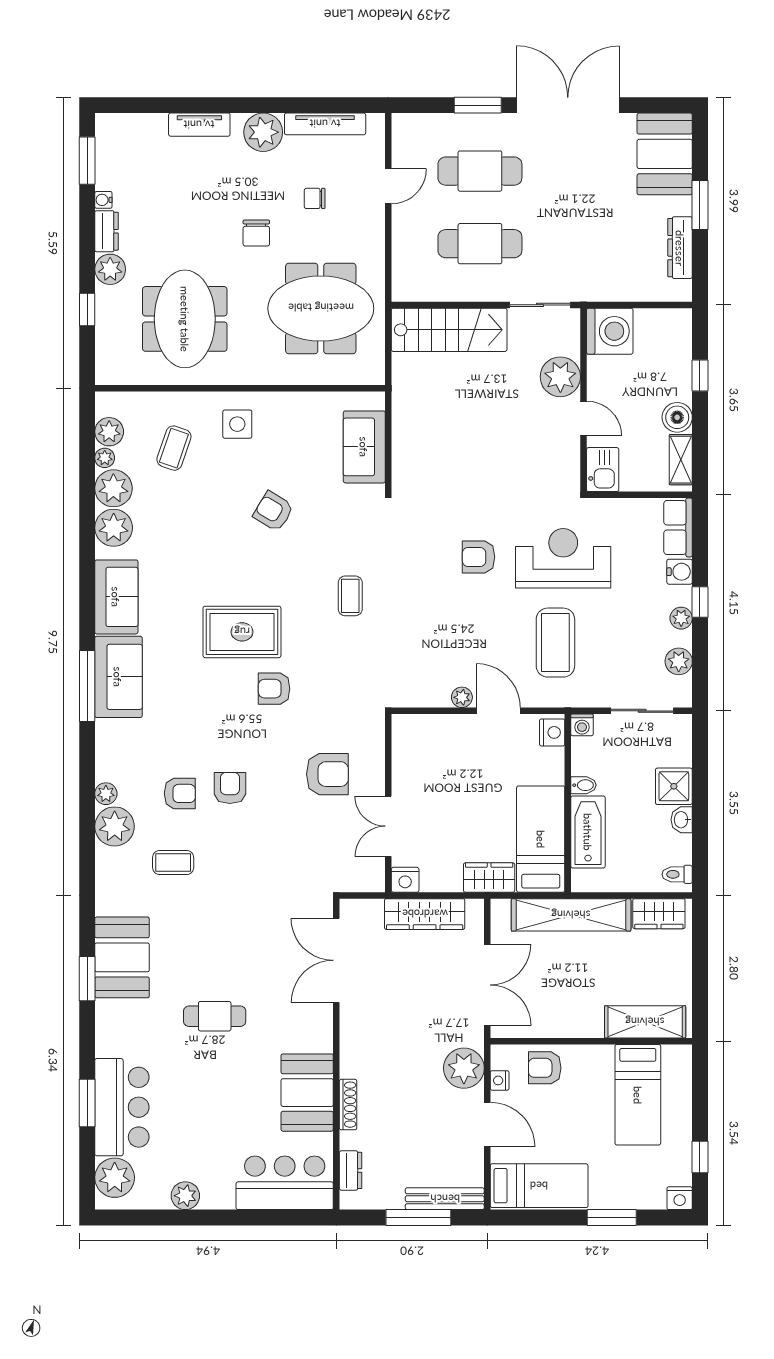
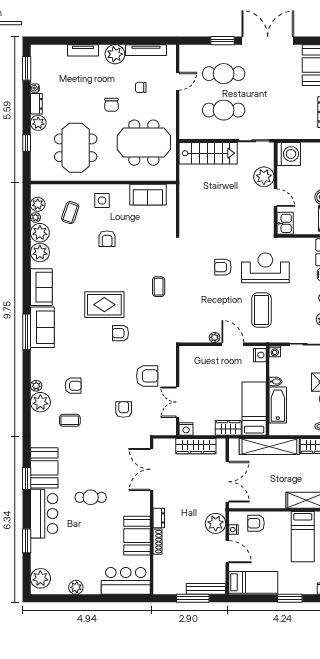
sofa: (364, 447) -> (148, 195), moved, turned -90
armchair: (273, 511) -> (107, 239), moved, turned -121
armchair: (230, 788) -> (124, 409), moved
bar counter: (122, 1107) -> (44, 514), moved
dresser: (351, 1170) -> (159, 518), moved

